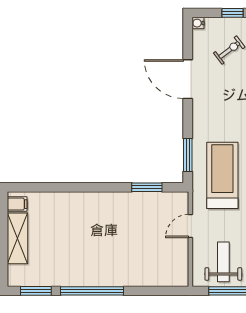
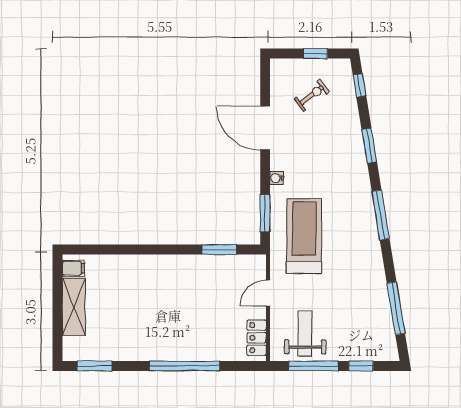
water cooler: (198, 23) -> (277, 178), moved
locker: (180, 266) -> (257, 338), added
window: (92, 291) -> (184, 366), moved

